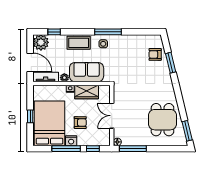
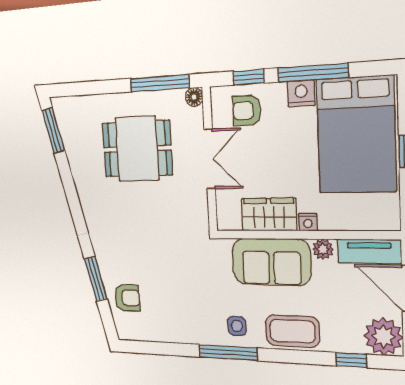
dining table: (162, 120) -> (137, 149), moved, turned 90
armchair: (80, 123) -> (247, 110), moved

